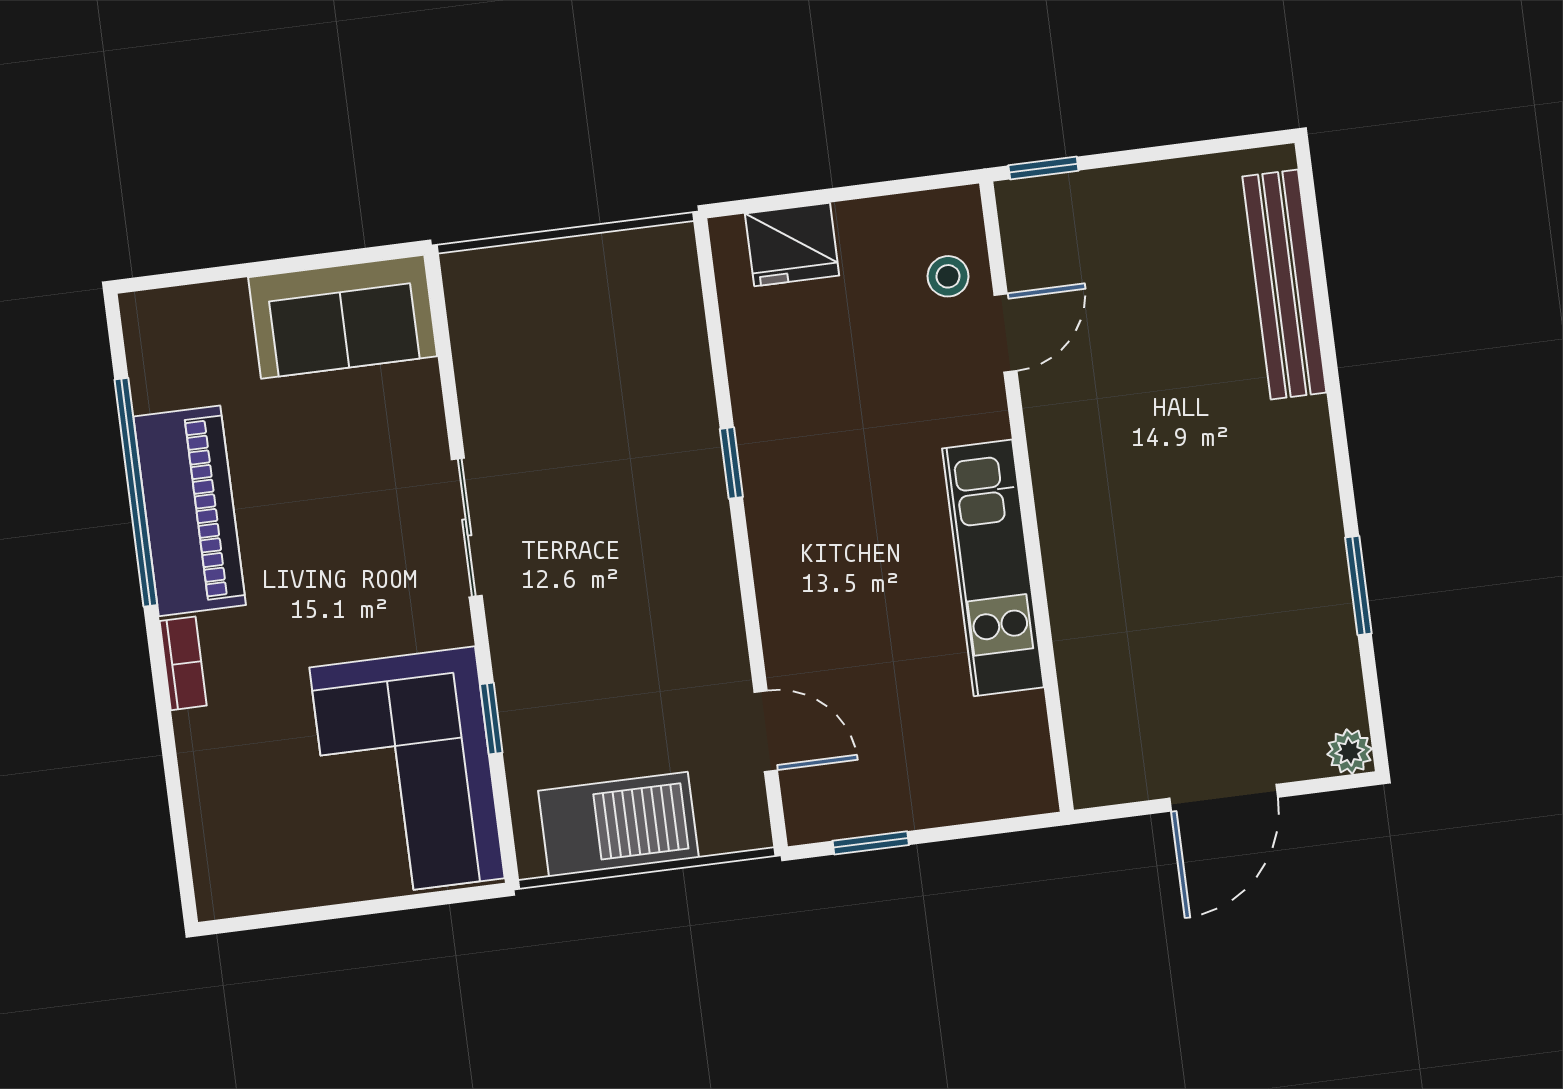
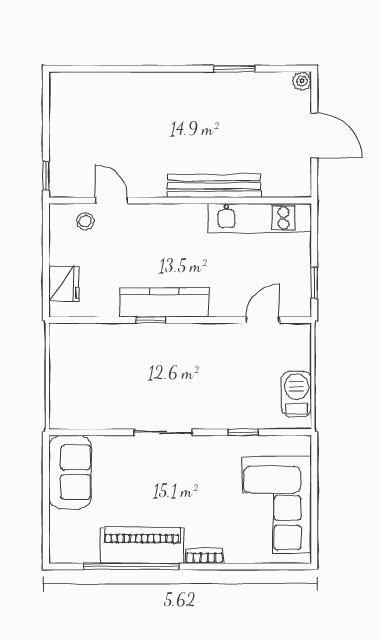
bench: (1284, 284) -> (214, 186), moved
kitchen counter: (778, 491) -> (165, 302), added
kitchen unit: (993, 568) -> (260, 218), moved
corner sofa: (407, 773) -> (277, 505), moved, turned 90
barbecue: (618, 824) -> (296, 394), width x0.73, depth x0.83

